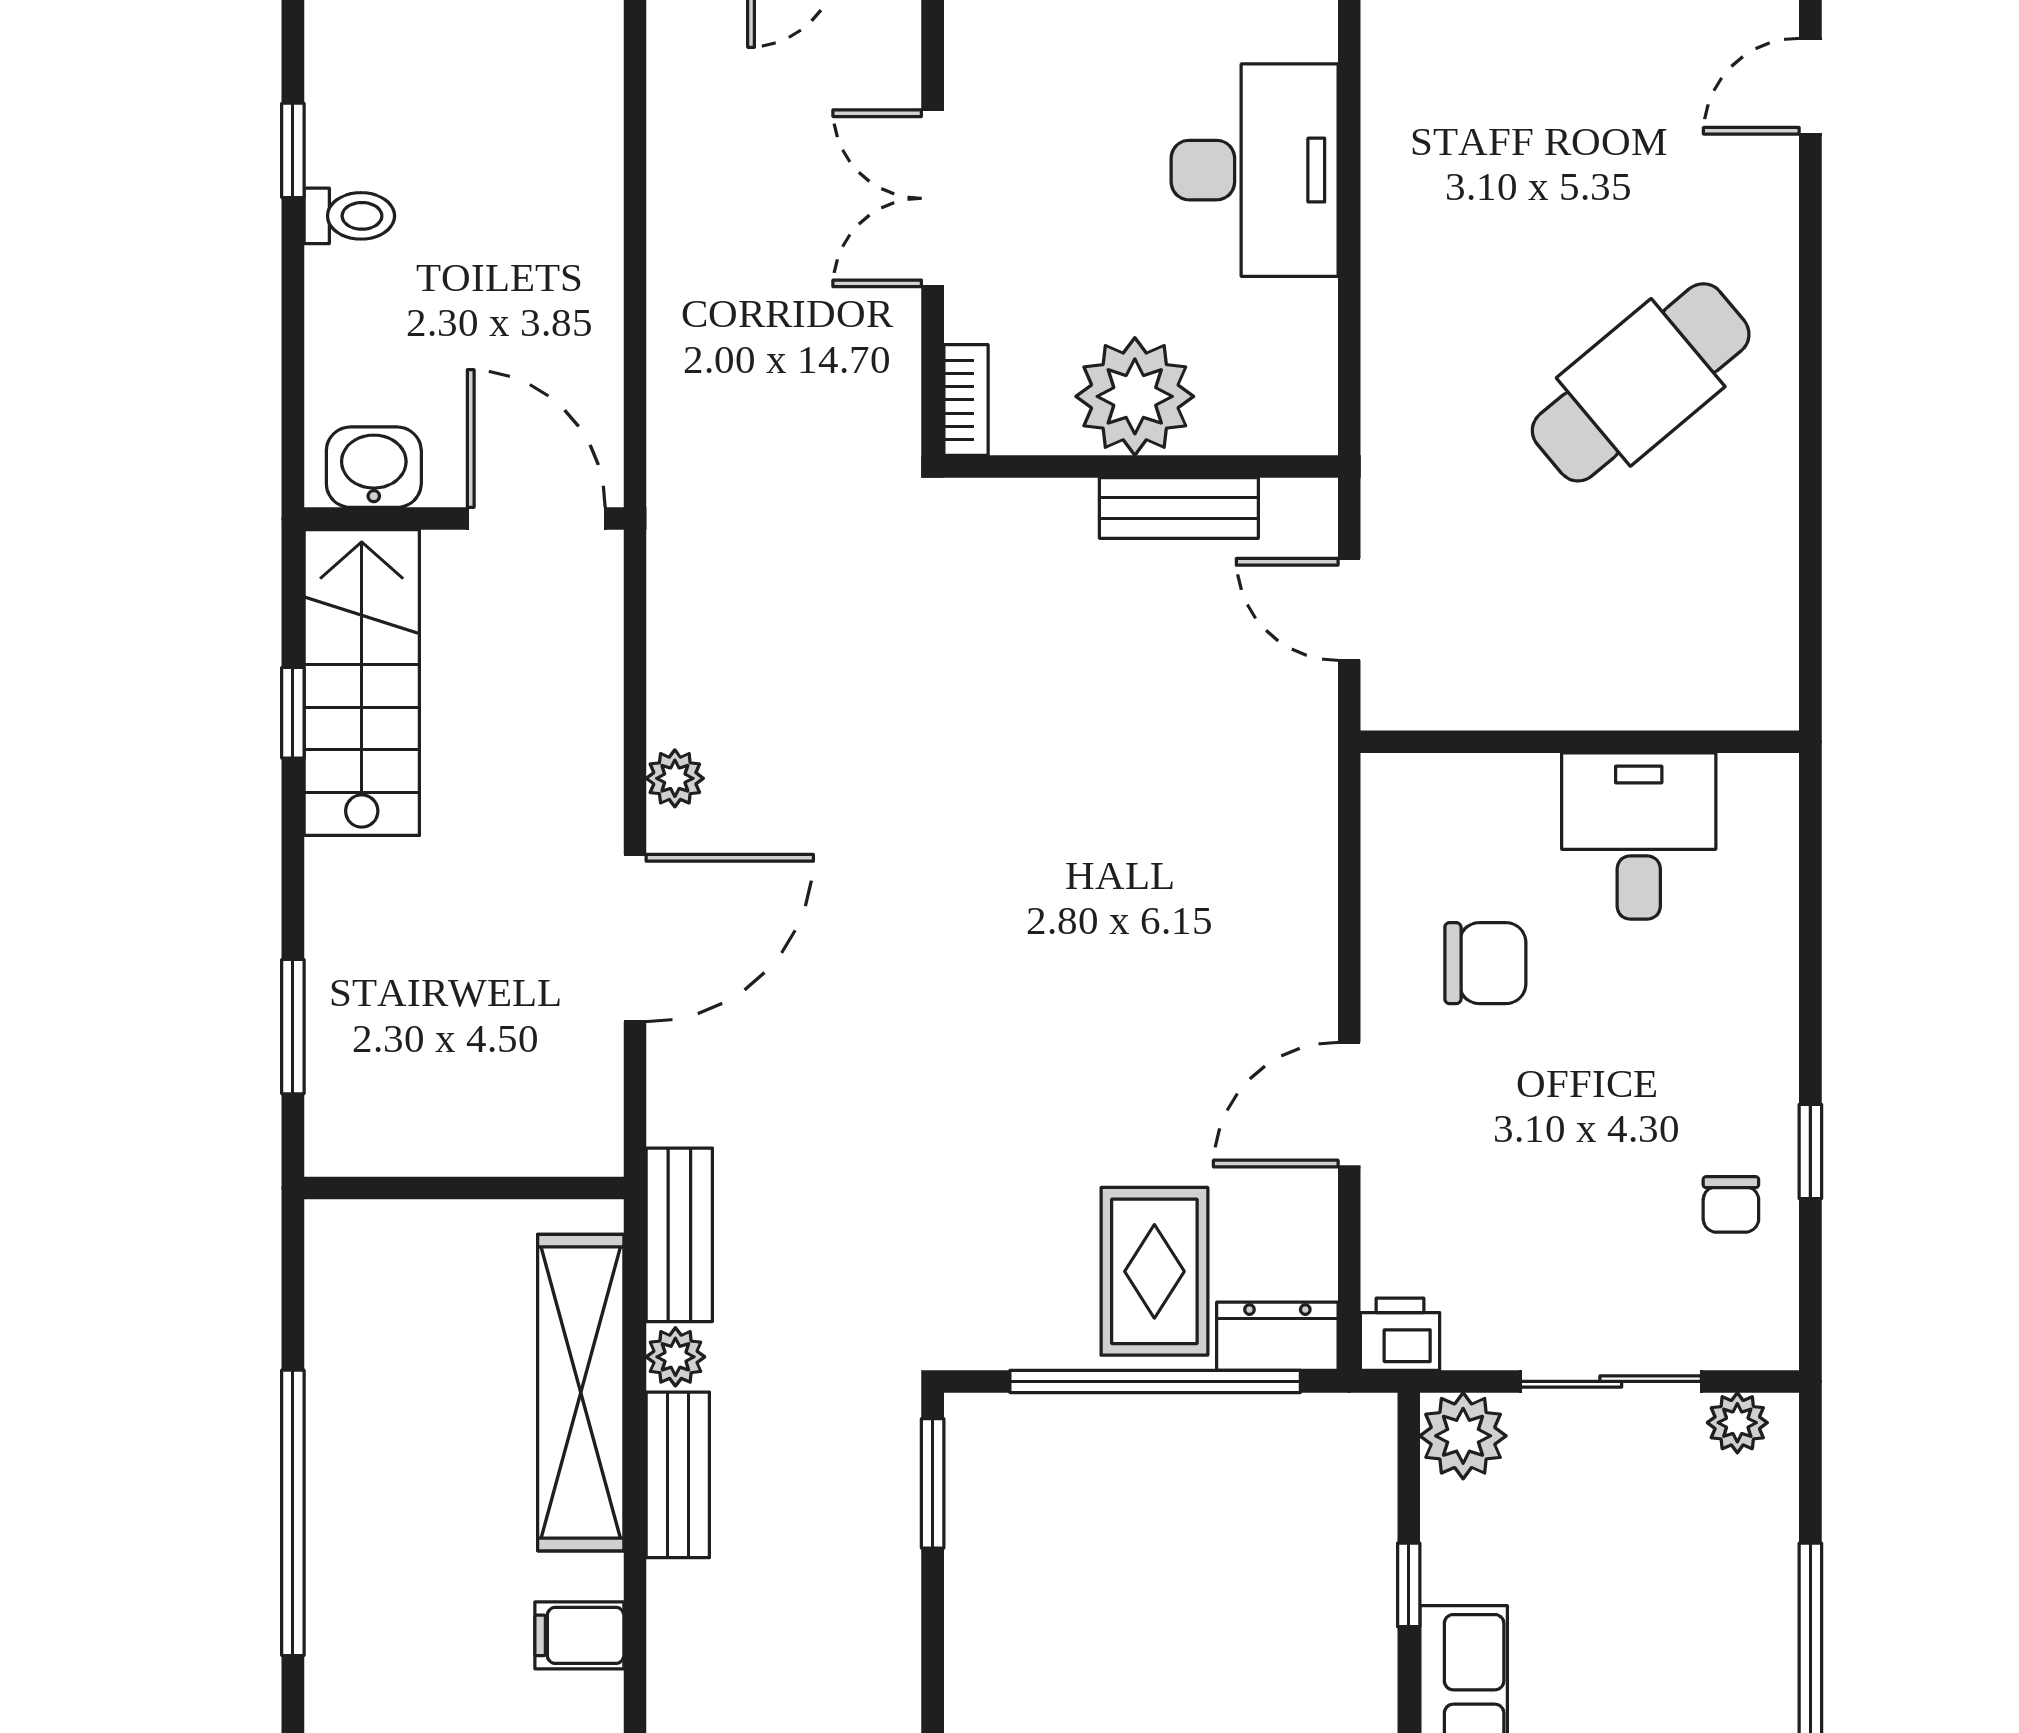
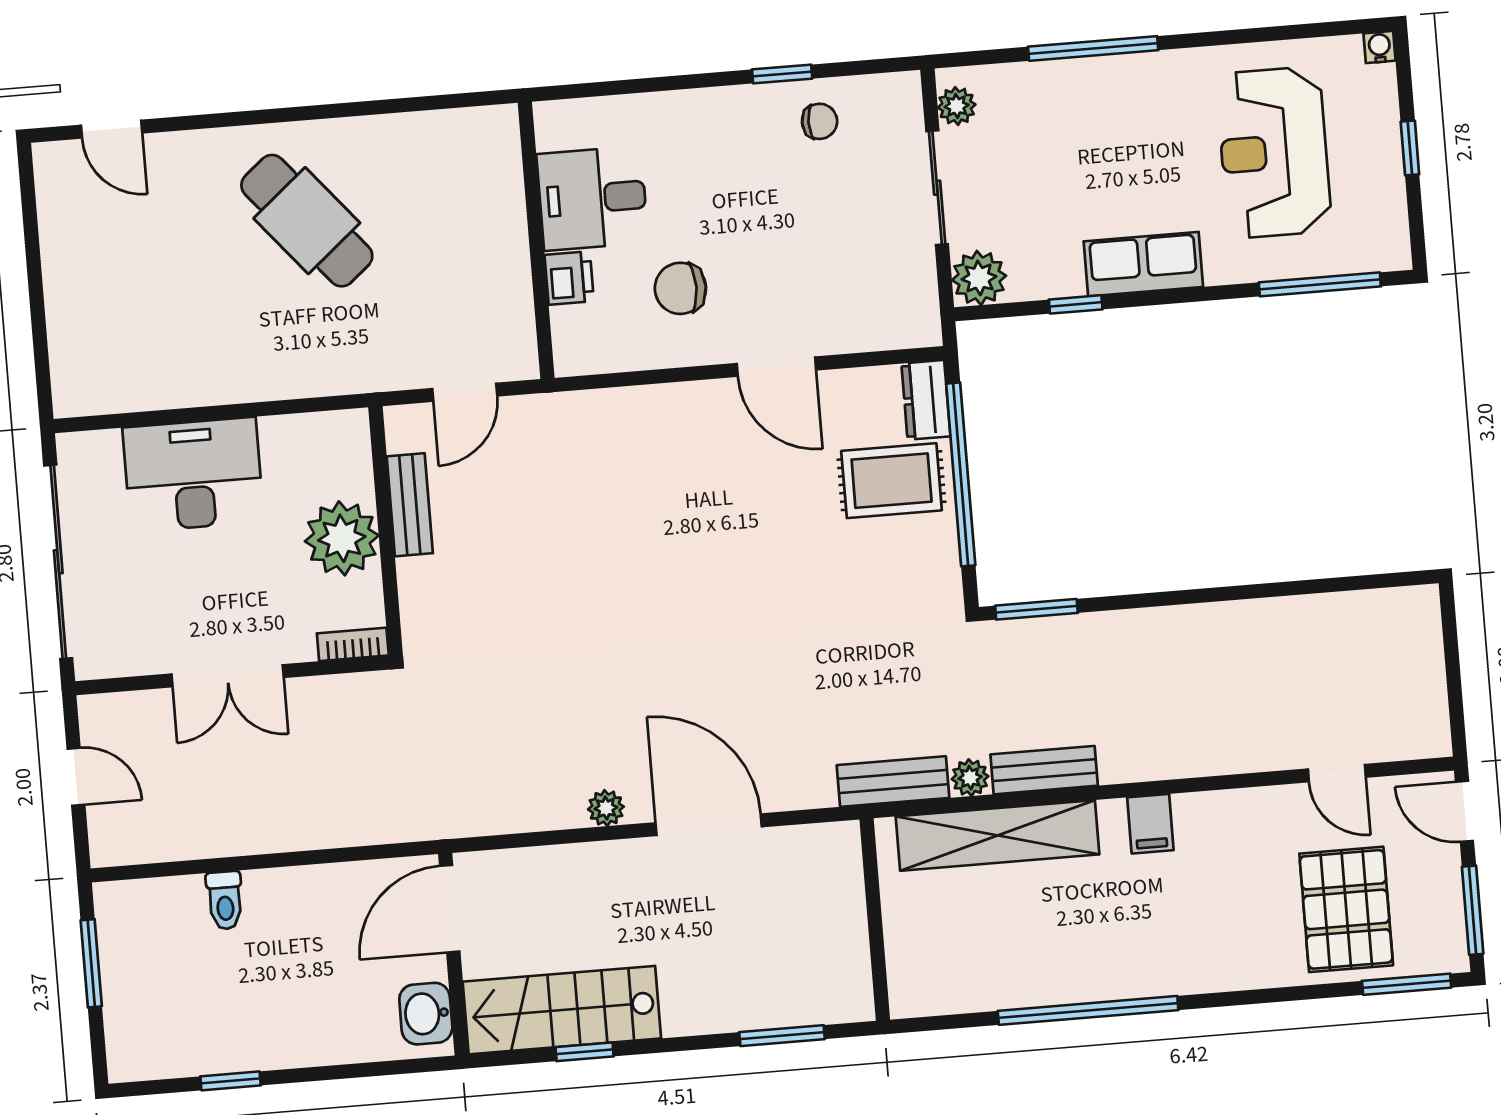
toilet: (349, 216) -> (225, 900), moved, turned 180
chair: (1485, 963) -> (680, 288), turned -90
printer: (1400, 1334) -> (569, 278), moved, turned 180

